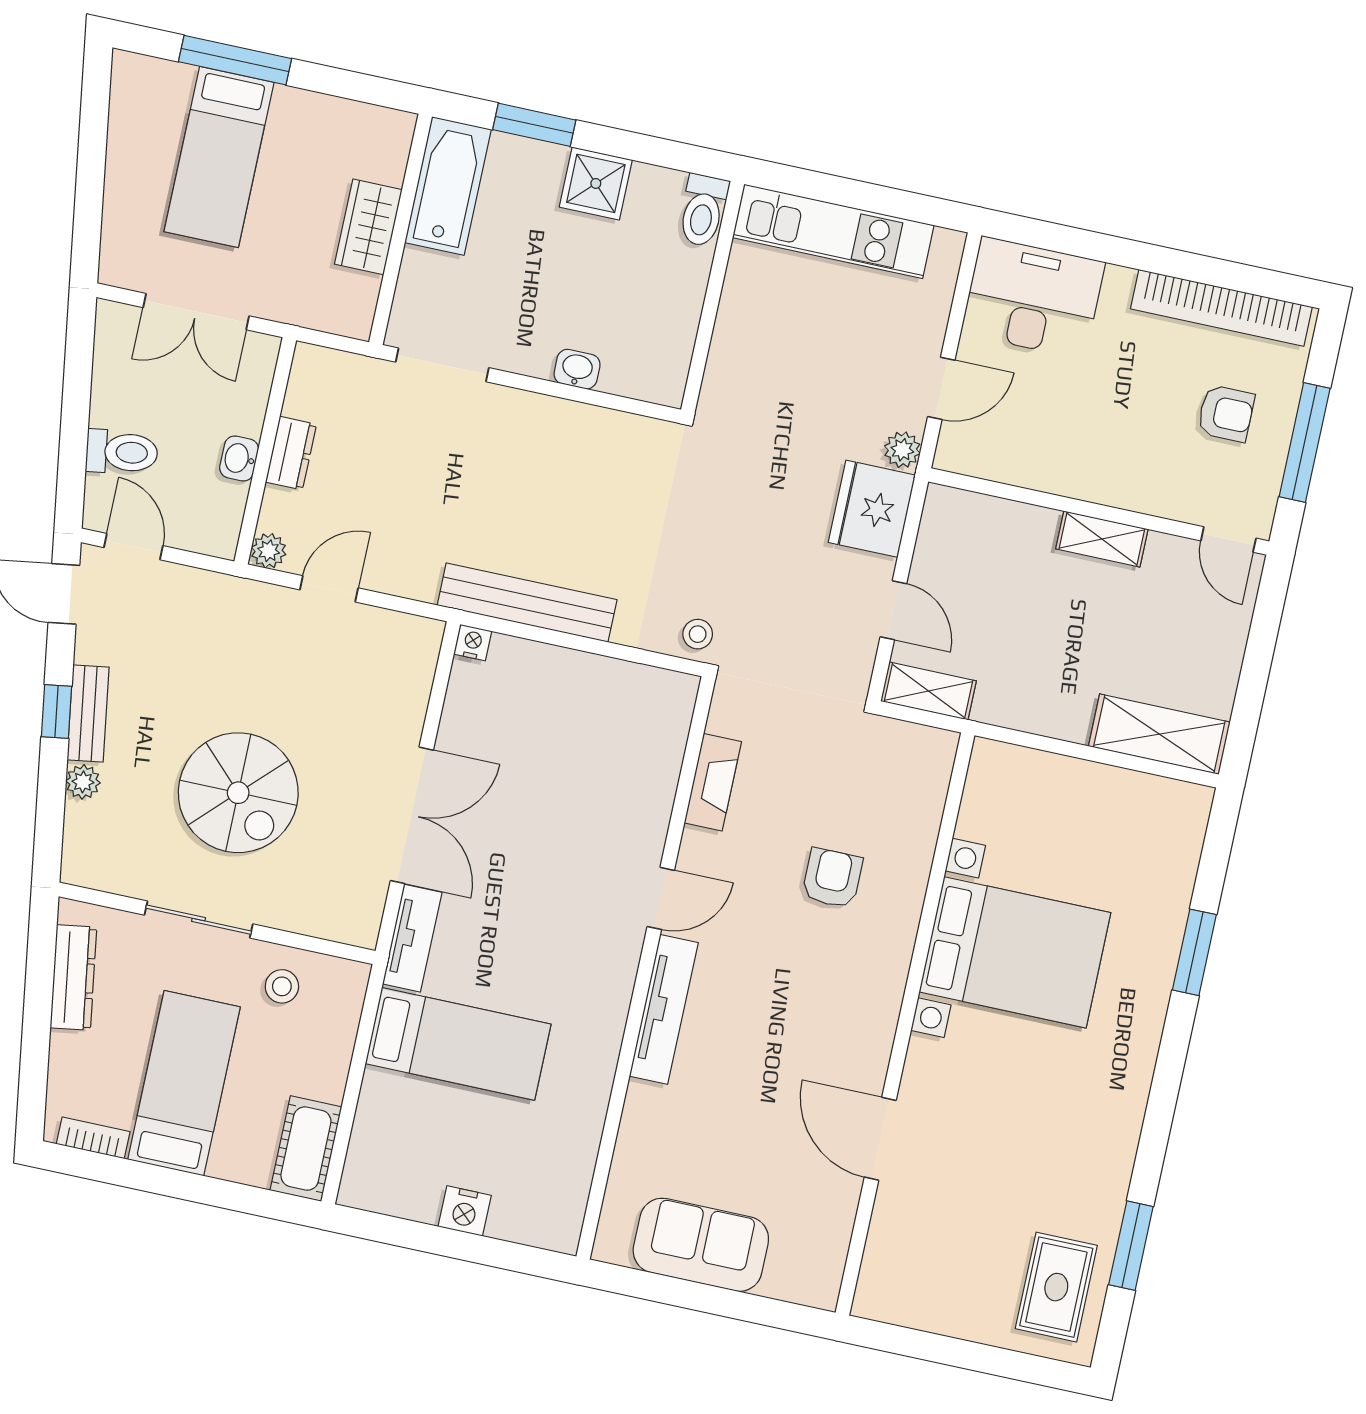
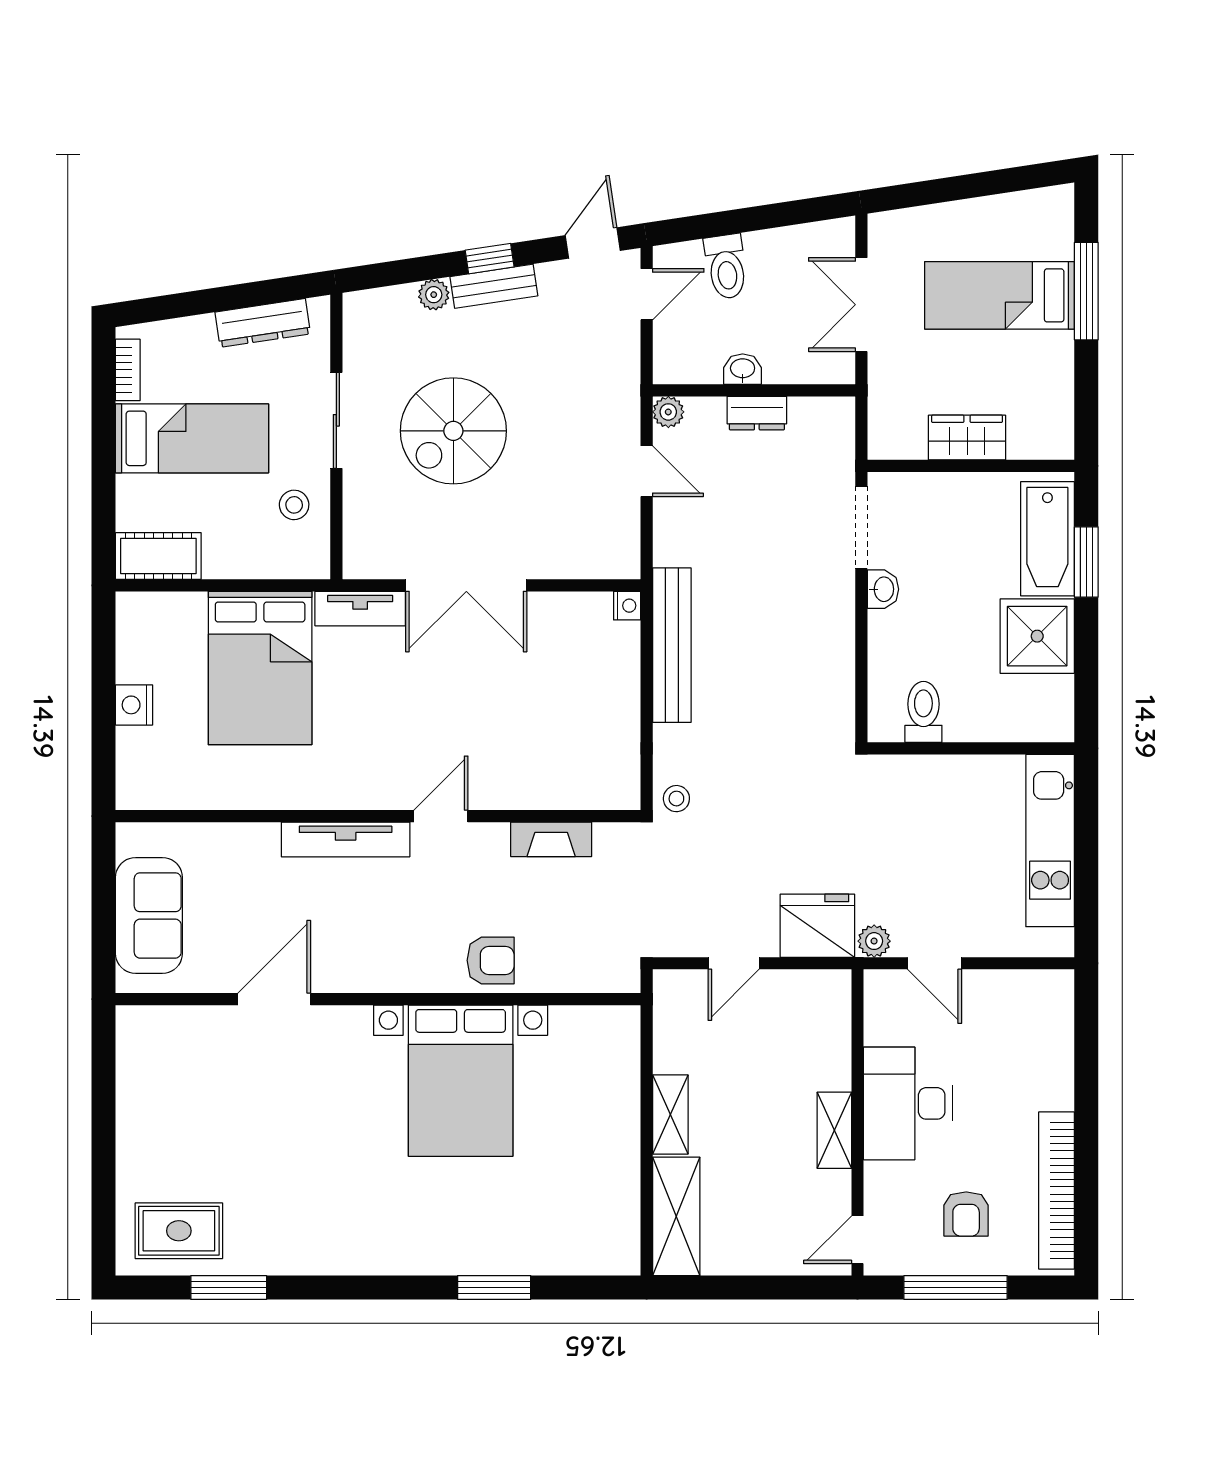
shower: (596, 183) -> (1037, 636), width x1.36, depth x1.36
bathtub: (448, 186) -> (1047, 539), moved, turned 90
toilet: (703, 210) -> (923, 712), moved, turned 90
desk: (1033, 298) -> (908, 1103), moved, turned 180
washbasin: (577, 369) -> (883, 589), moved
shelving: (928, 691) -> (670, 1114), moved
door: (661, 898) -> (441, 816), swing flipped
bed with nightstands: (1015, 952) -> (461, 1081), moved
wall: (905, 1024) -> (378, 999), moved
bed: (458, 1044) -> (260, 668), width x1.50
door: (880, 1139) -> (274, 999), moved

